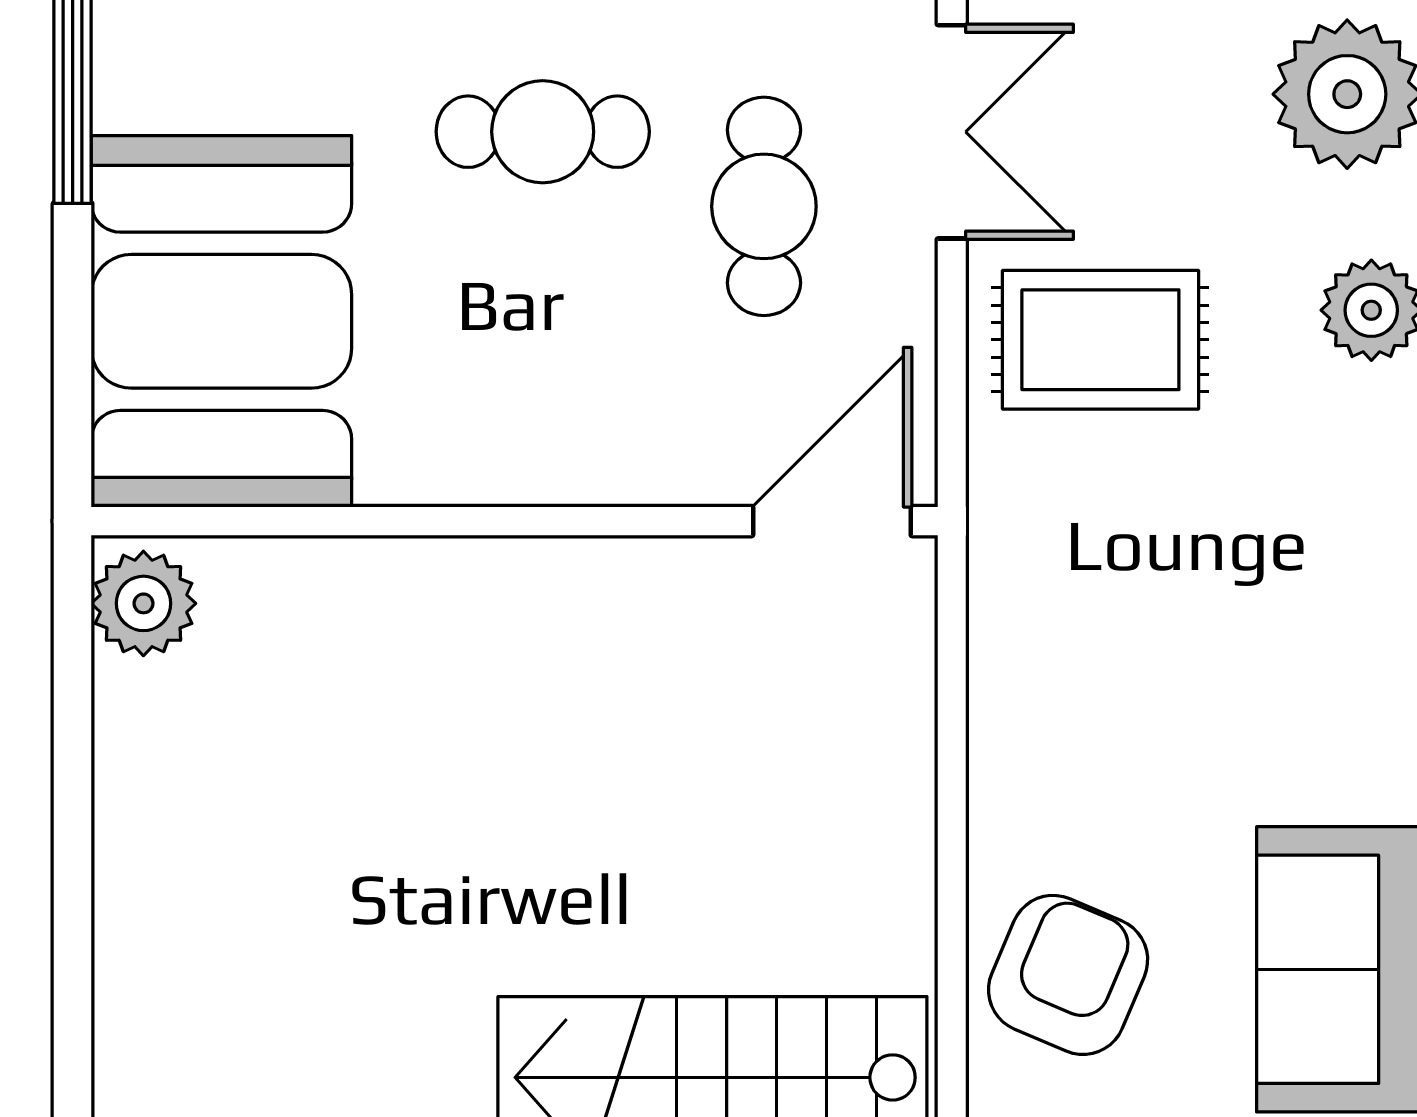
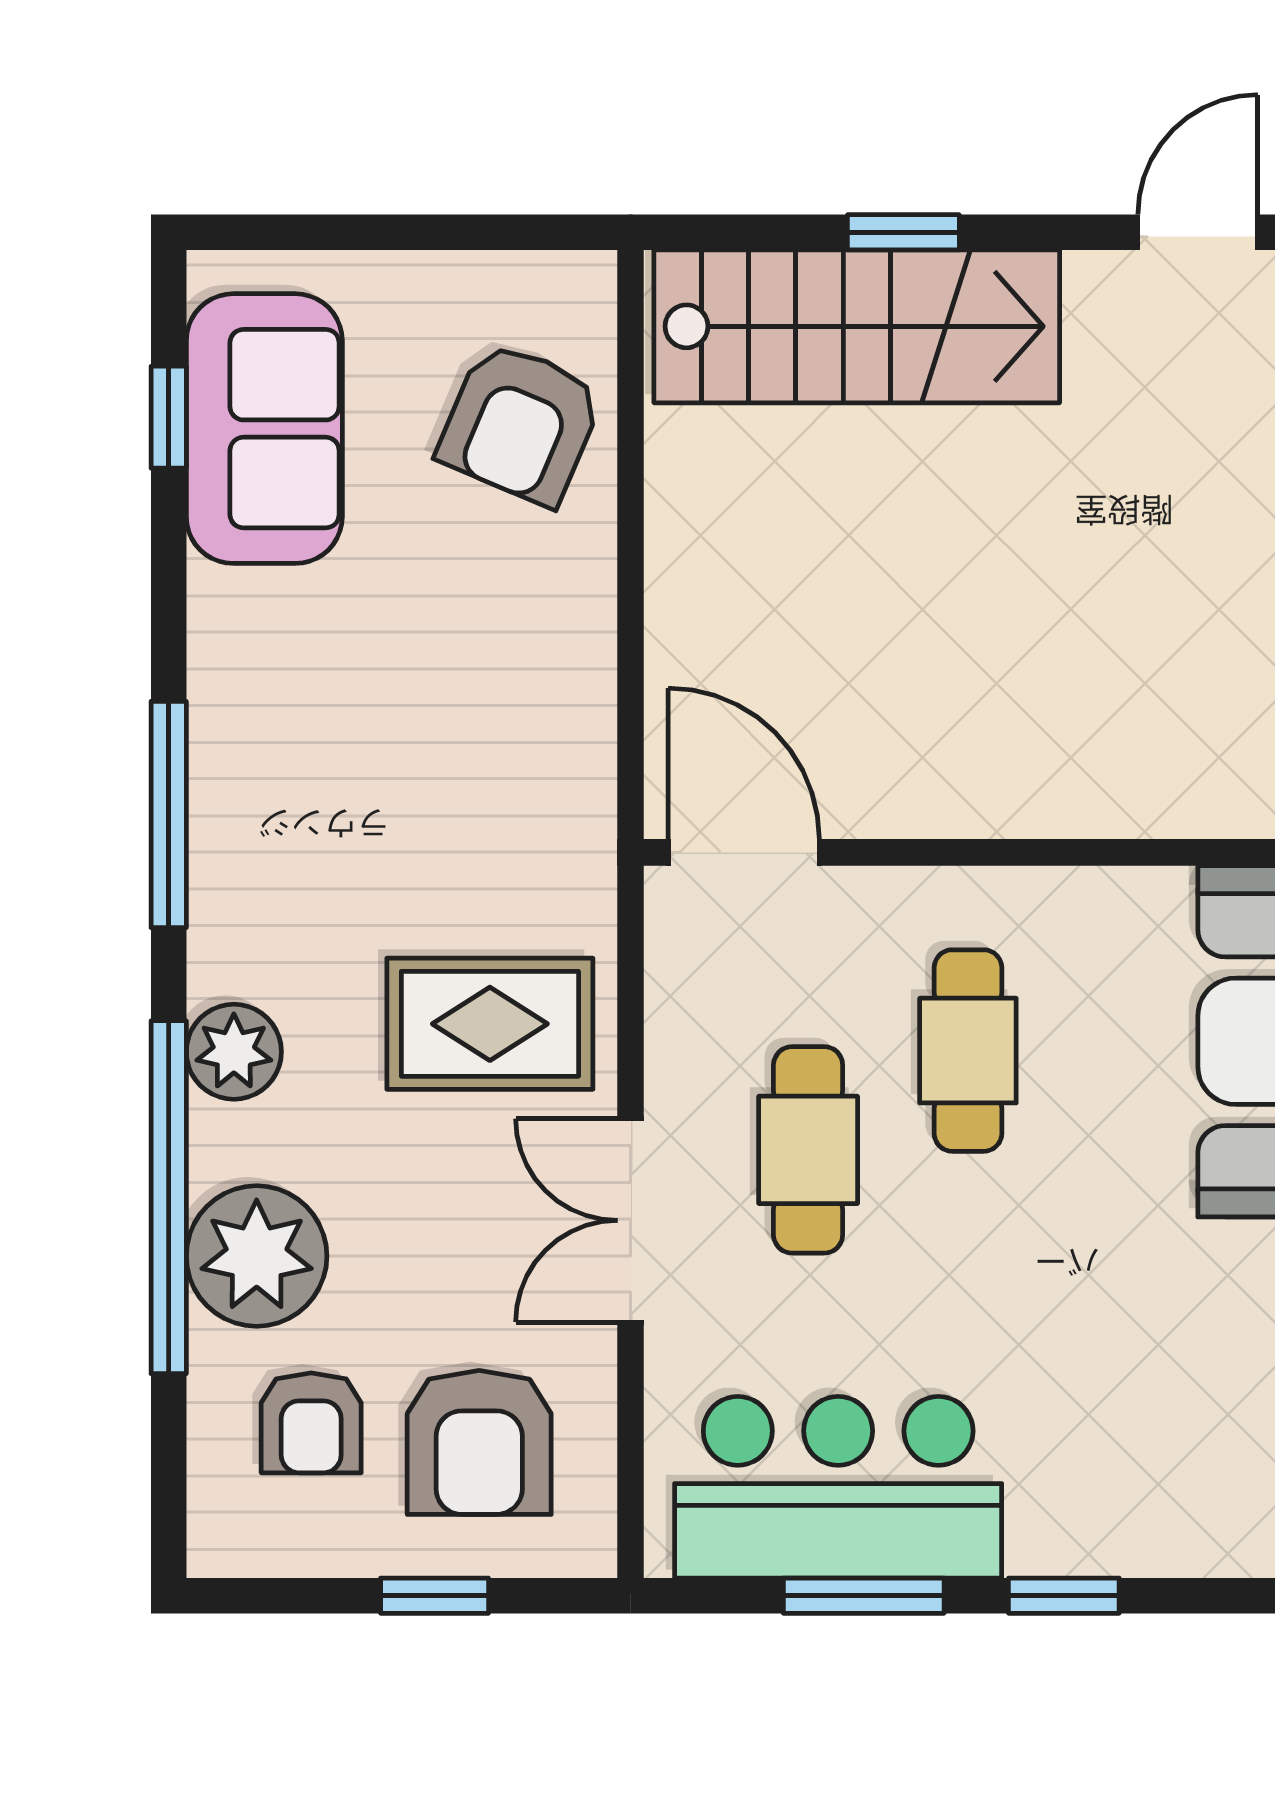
cafe table: (543, 132) -> (968, 1051), moved, turned 90
door: (832, 521) -> (744, 852), swing flipped

